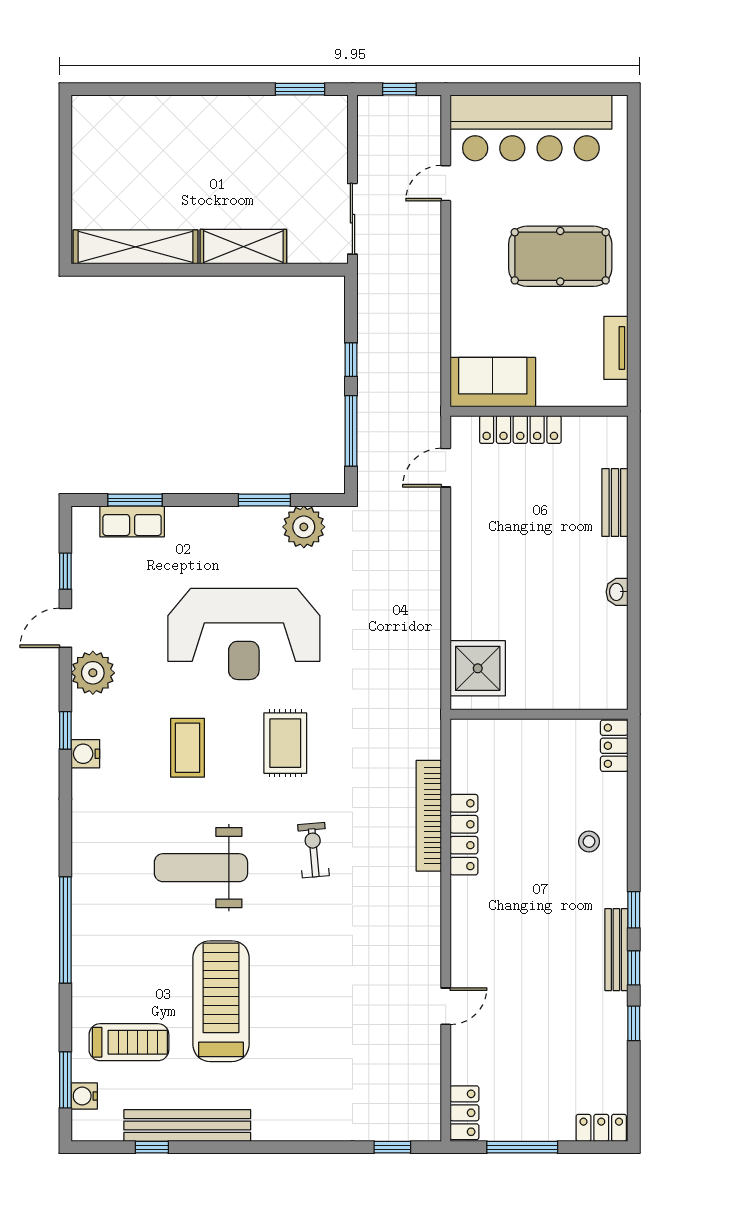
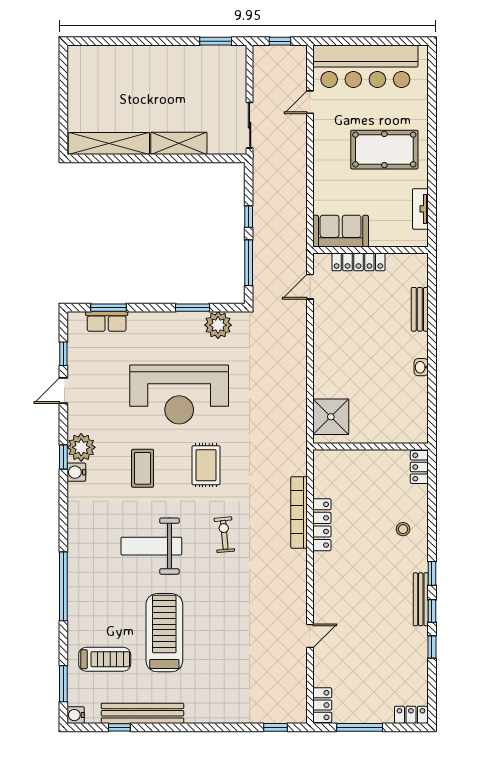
plant: (93, 673) -> (81, 447), moved
water cooler: (84, 1096) -> (76, 715), moved

